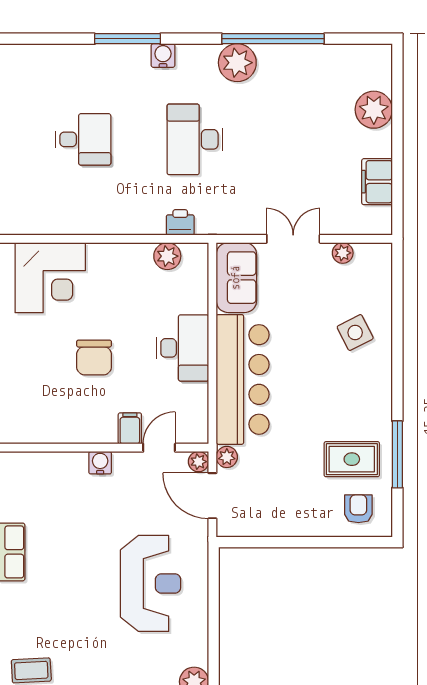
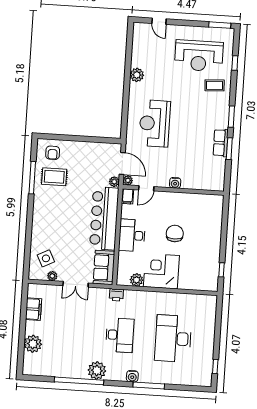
desk: (83, 139) -> (173, 339), width x1.87, depth x1.30
printer: (180, 222) -> (116, 295), moved
corner desk: (50, 278) -> (161, 271), moved
side table: (355, 333) -> (46, 258), moved
filing cabinet: (130, 428) -> (128, 196), moved

